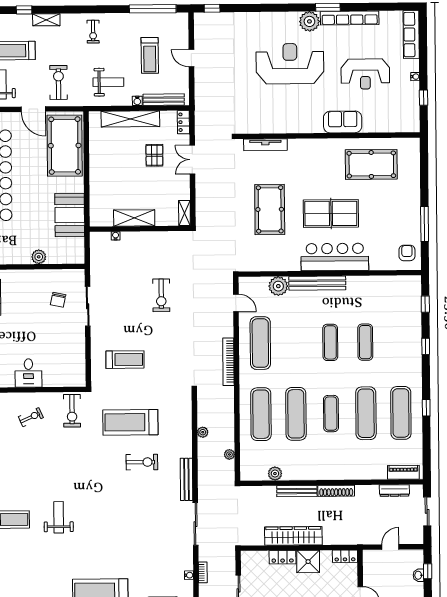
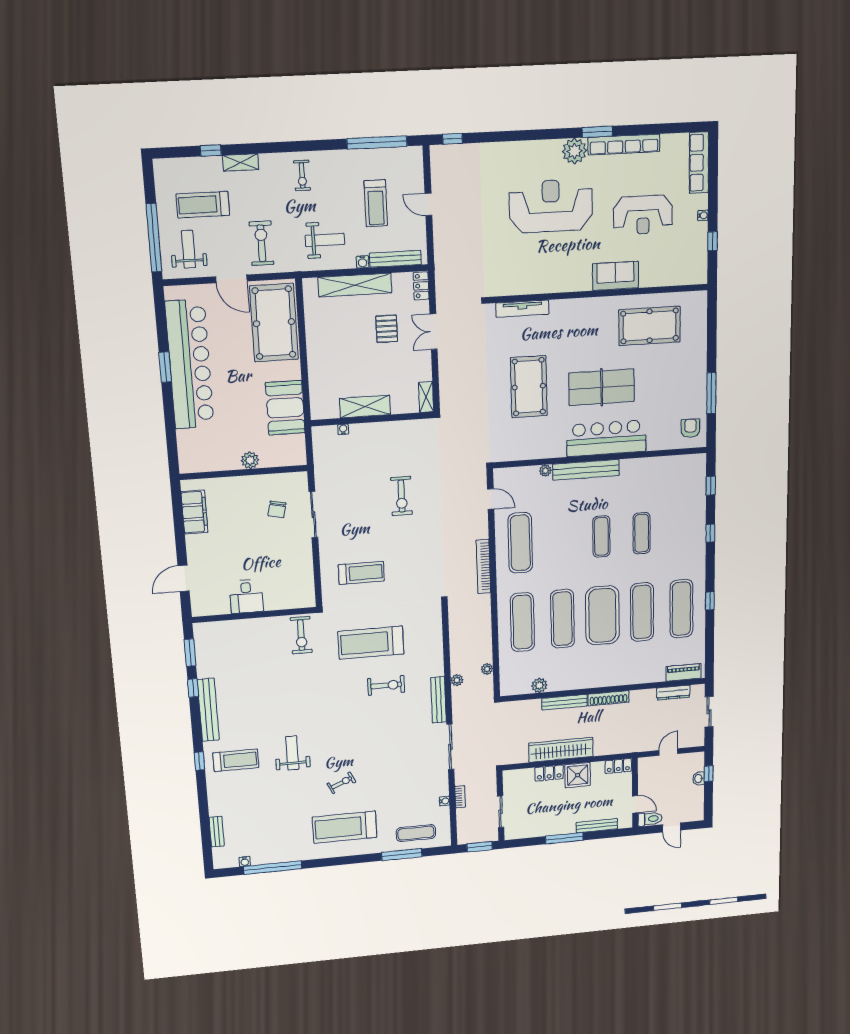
plant: (278, 286) -> (545, 471), width x0.53, depth x0.53
exercise mat: (331, 414) -> (602, 615), width x2.00, depth x1.45
exercise bike: (31, 417) -> (341, 783), moved
plant: (203, 432) -> (457, 680), moved

